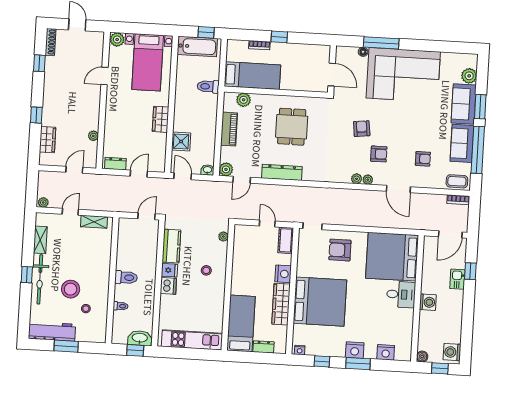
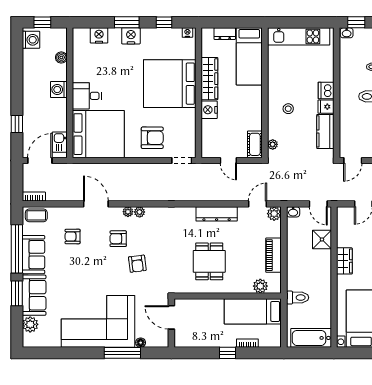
window: (206, 32) -> (303, 353), removed
cot: (286, 240) -> (255, 144), moved
kitchen sink: (458, 279) -> (60, 142), moved, turned 180
washbasin: (140, 338) -> (347, 33), width x0.52, depth x0.69
boiler: (422, 356) -> (61, 57), moved

